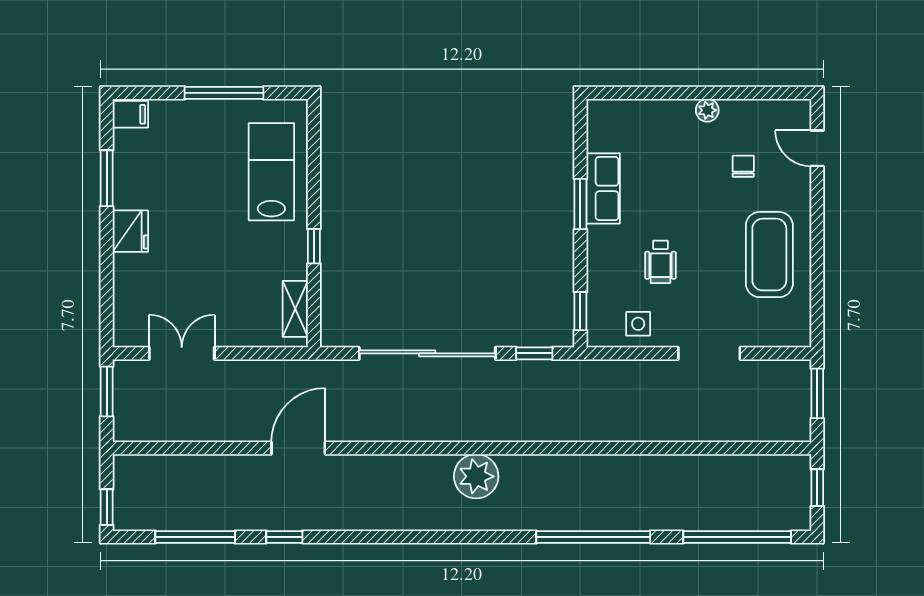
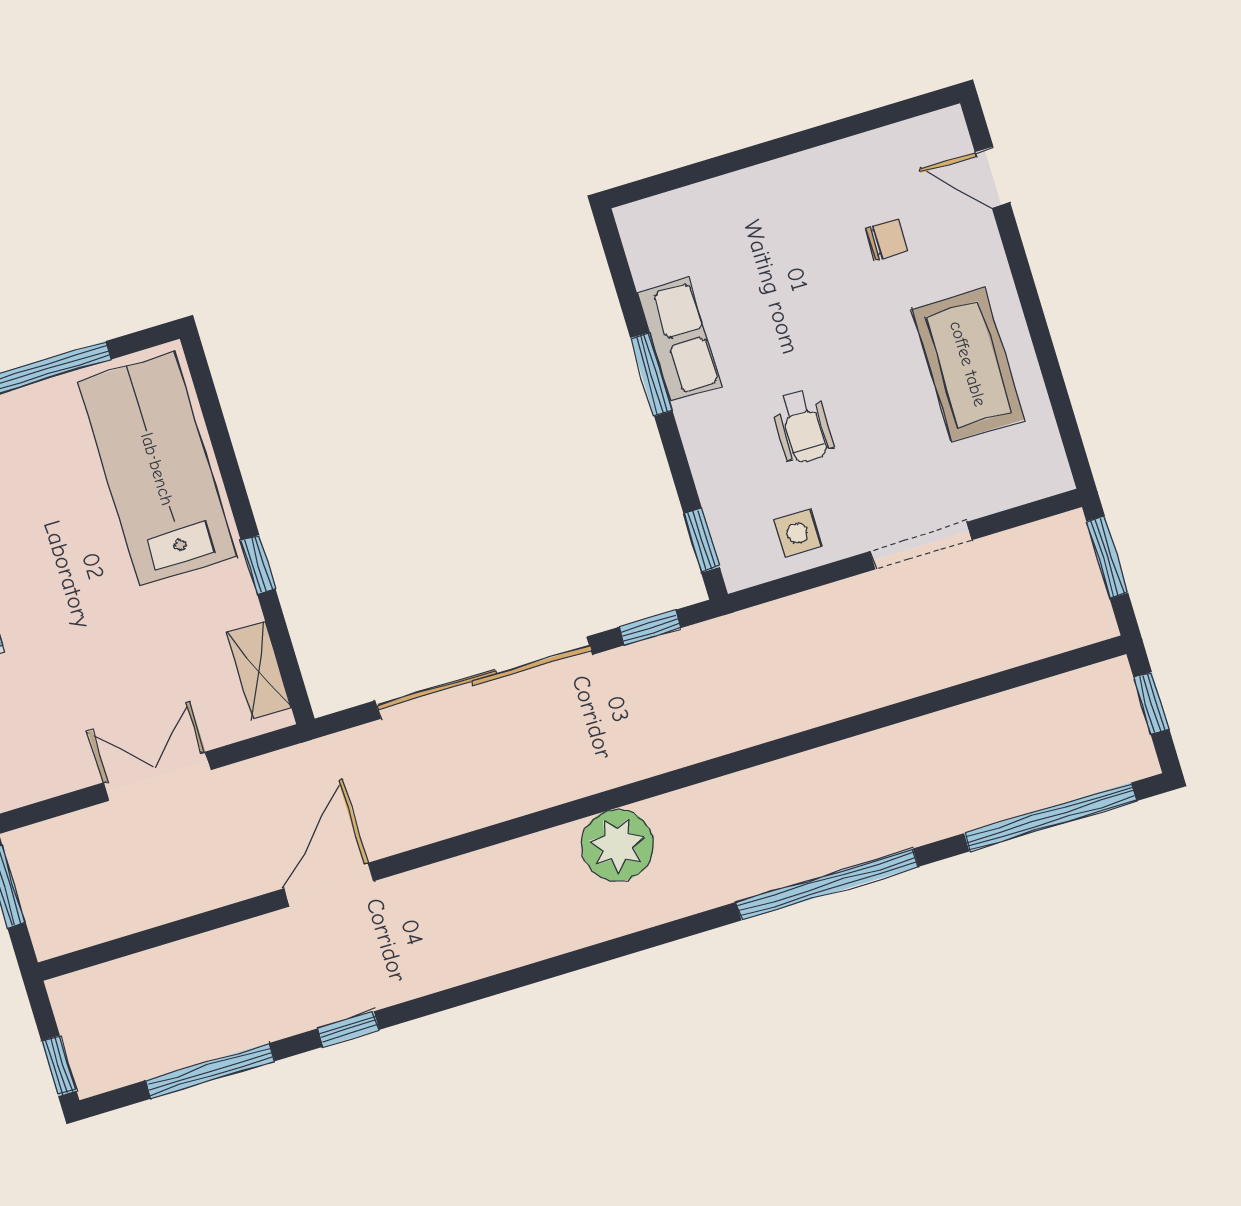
plant: (707, 110) -> (804, 170), removed
chair: (743, 166) -> (886, 239), turned 90
lab bench: (271, 172) -> (157, 469), width x1.36, depth x1.39
double door: (182, 353) -> (157, 776), moved

